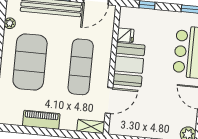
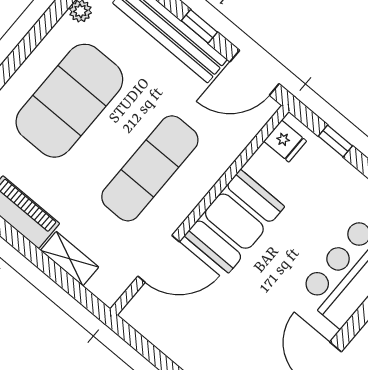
fridge: (125, 35) -> (285, 141), moved
shelving: (91, 127) -> (70, 259), moved

